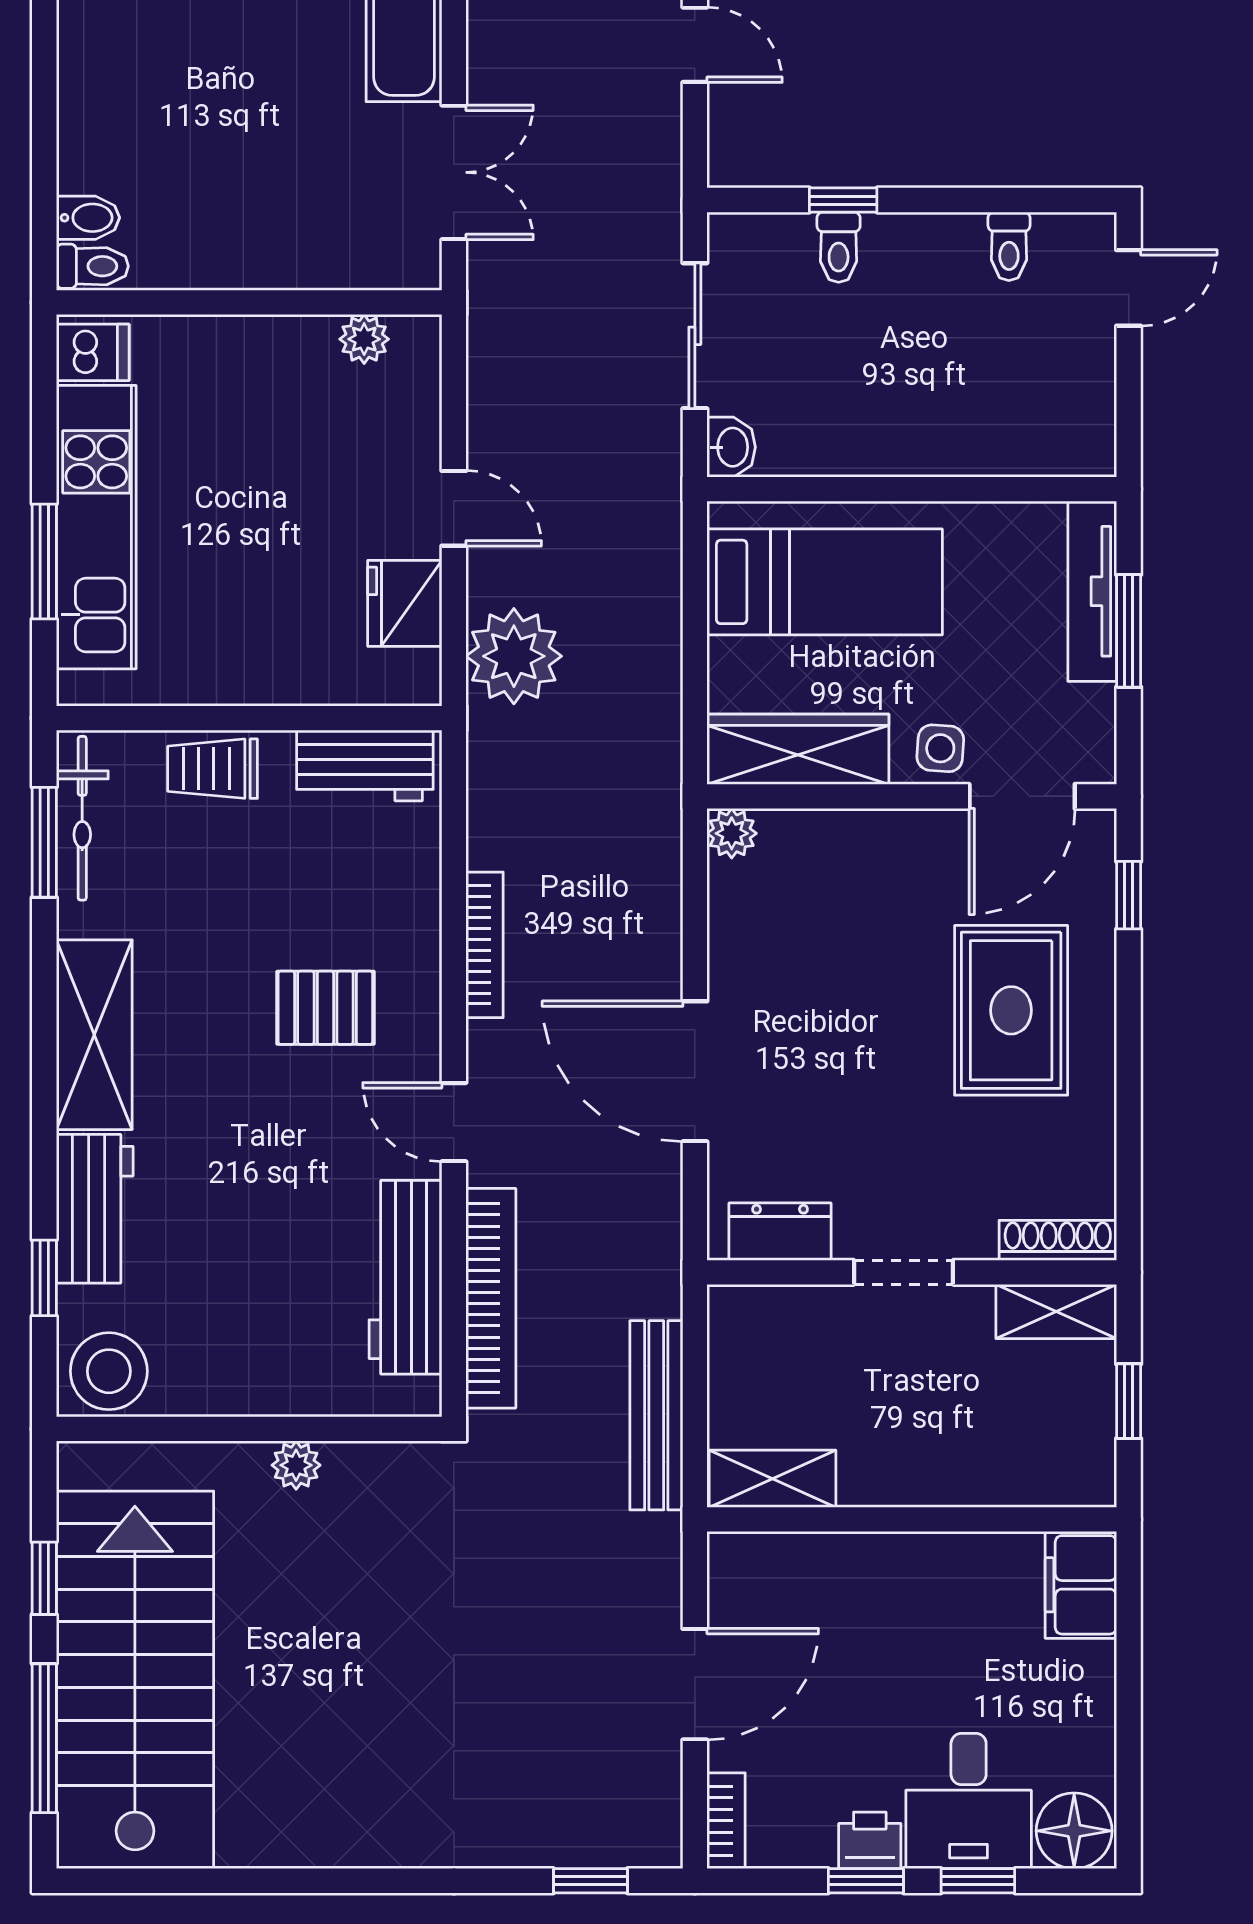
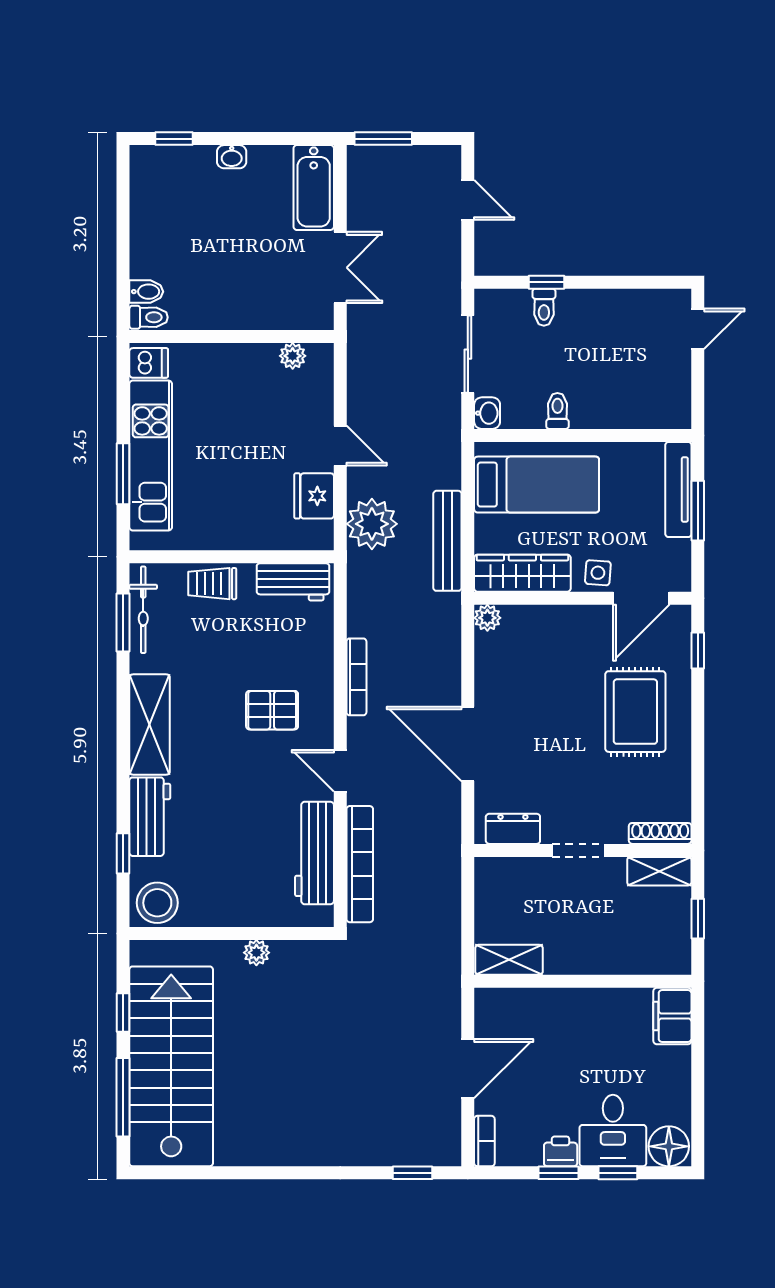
toilet: (1009, 246) -> (557, 411), moved, turned 180
bench: (656, 1415) -> (447, 541), moved

